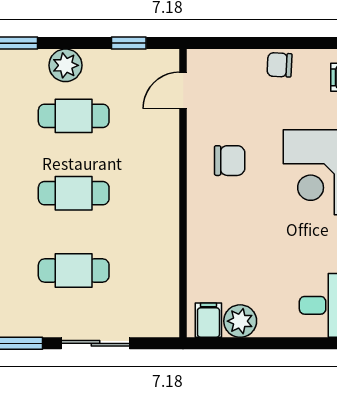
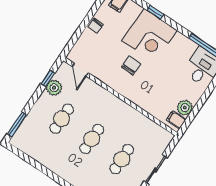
plant: (65, 65) -> (54, 88), moved
chair: (230, 161) -> (131, 65), moved

